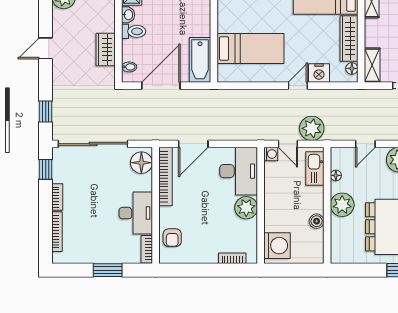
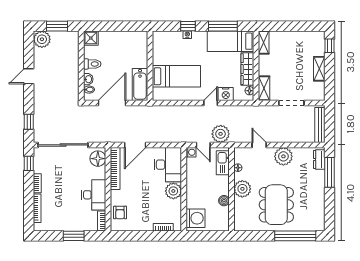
washbasin: (128, 15) -> (88, 79), moved
wardrobe: (106, 49) -> (72, 77), removed
door: (365, 144) -> (259, 145), swing flipped

